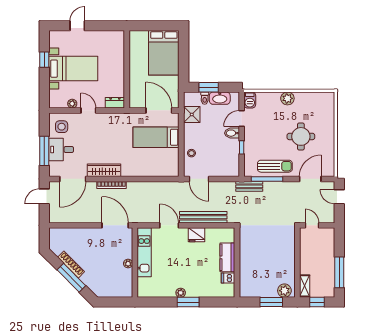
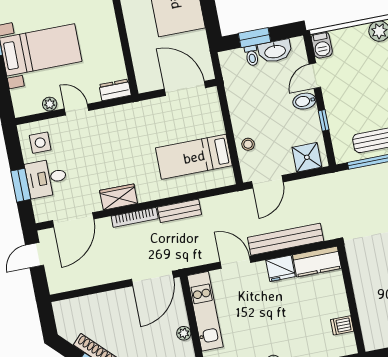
shower: (192, 115) -> (307, 157), moved
bed: (156, 137) -> (194, 157), moved
window: (44, 151) -> (21, 185), width x0.69
wardrobe: (104, 170) -> (119, 197), width x0.67
door: (199, 179) -> (267, 182), hinge flipped
bench: (249, 186) -> (179, 211), moved
door: (115, 225) -> (152, 279), swing flipped
kitchen counter: (227, 257) -> (317, 262), moved, turned -90

